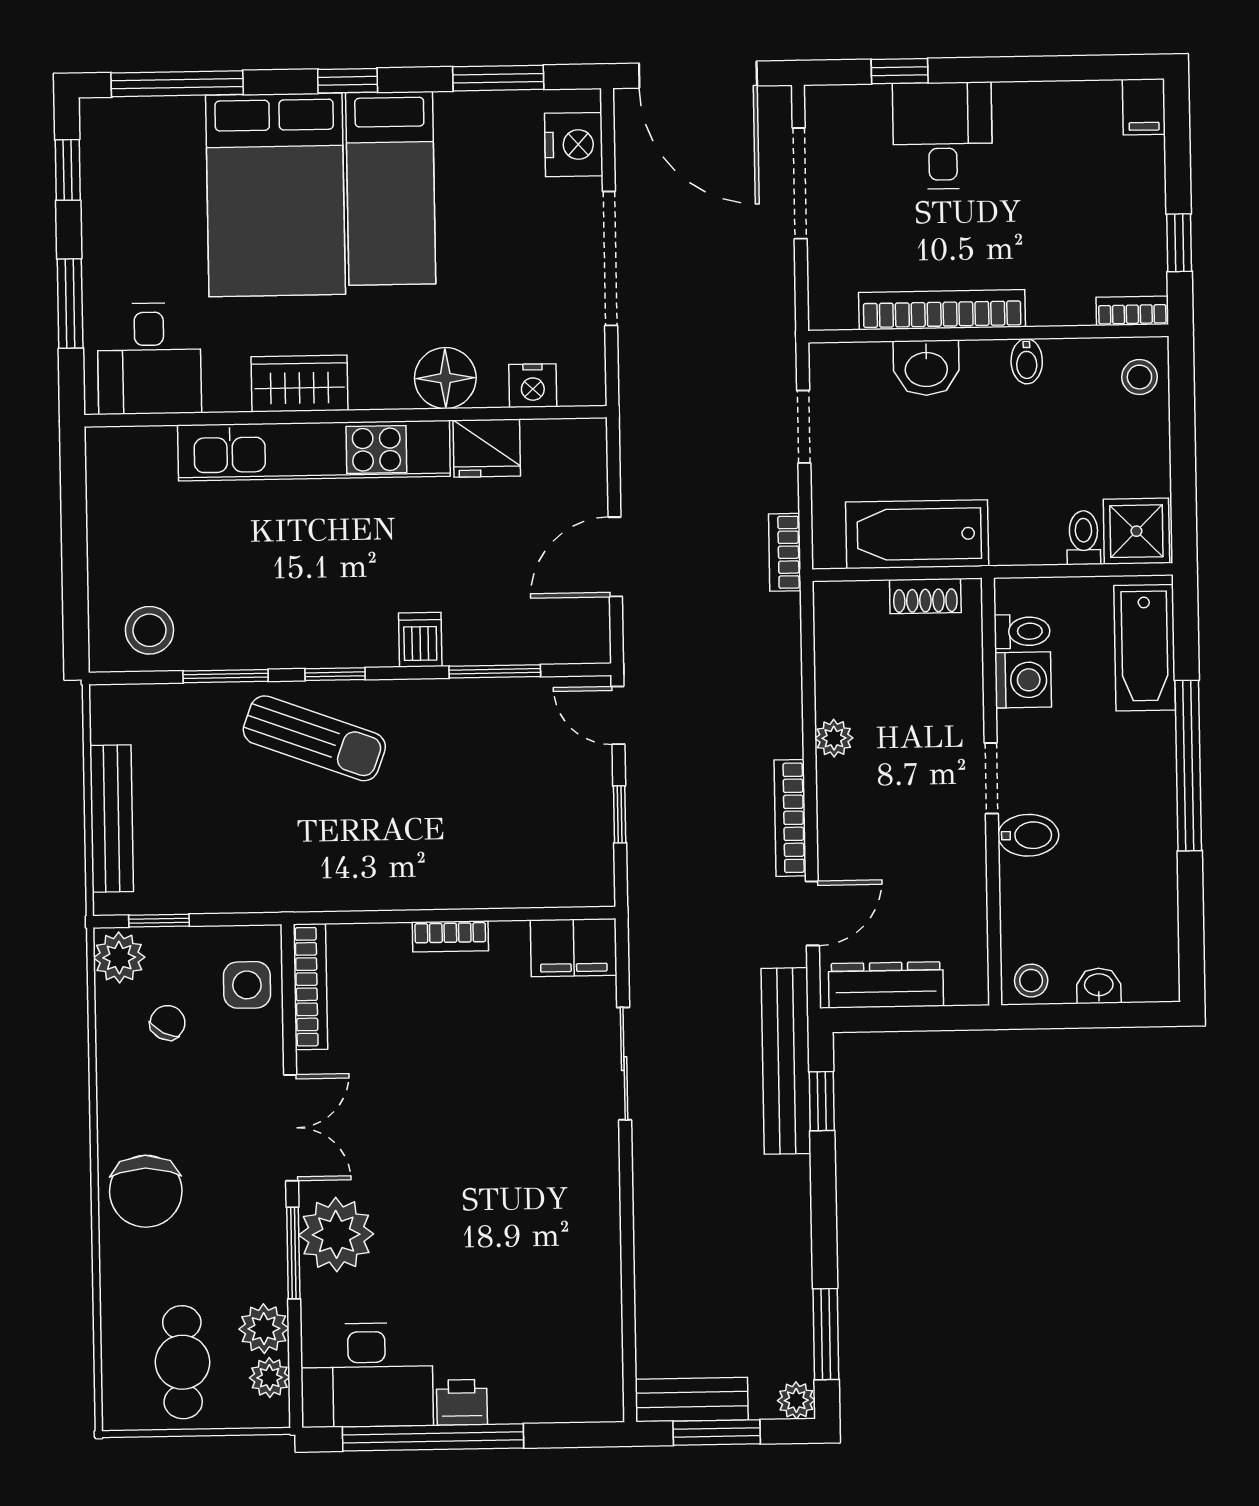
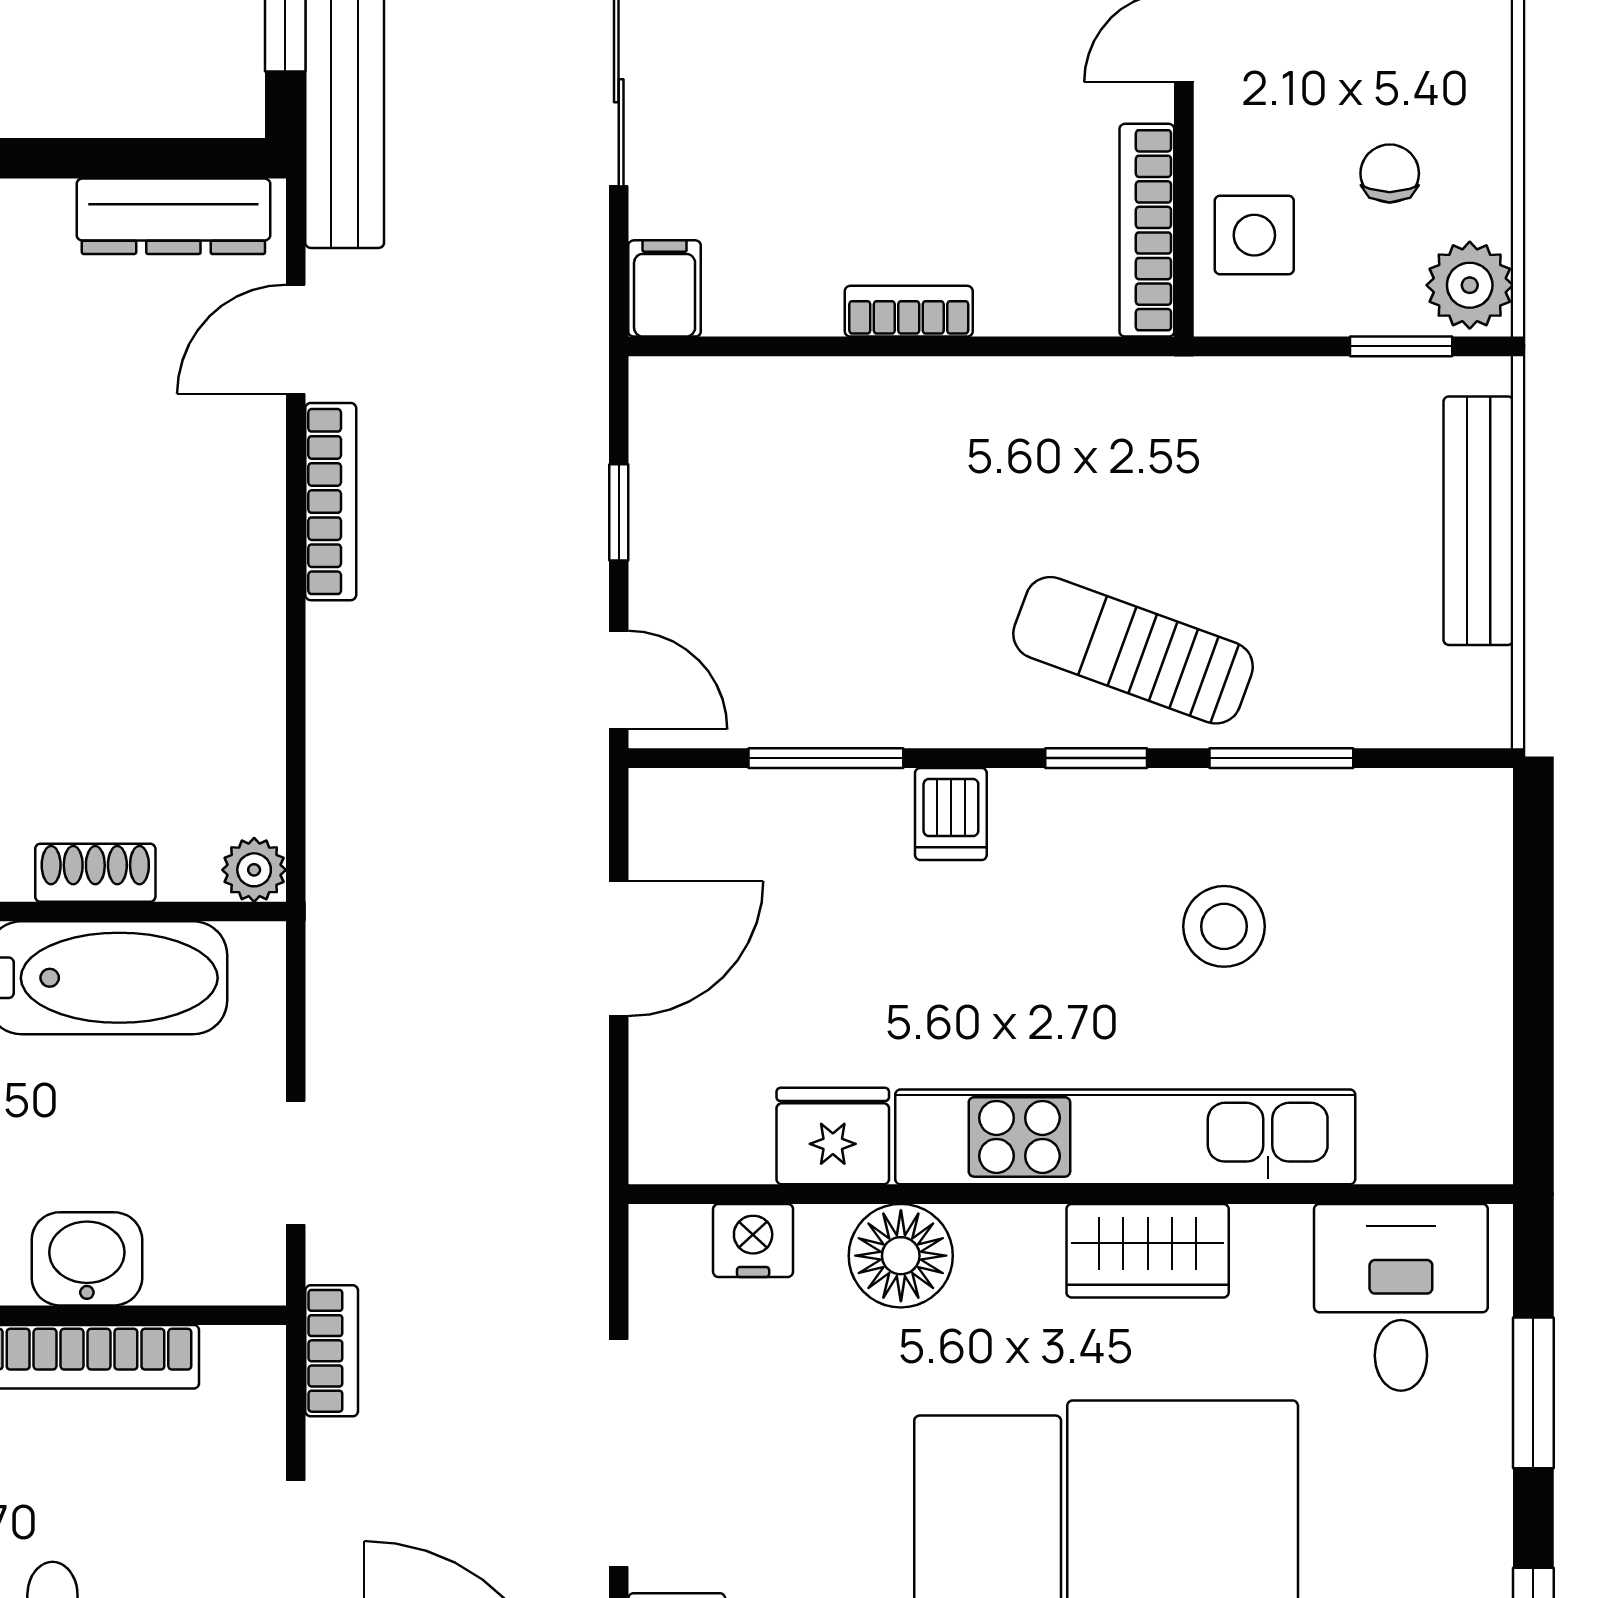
bookcase: (785, 552) -> (332, 1351), moved
stool: (149, 630) -> (1224, 926), moved
plant: (834, 738) -> (254, 870), moved
filing cabinet: (574, 948) -> (665, 288), width x0.50
chair: (168, 1023) -> (1390, 173), turned 152

